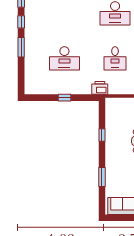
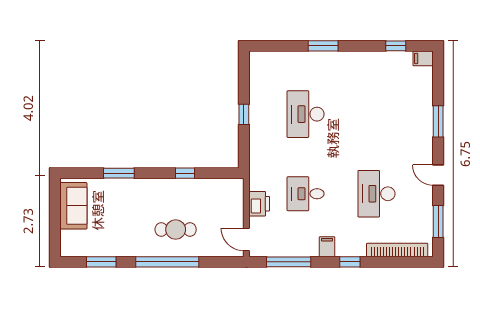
window: (21, 22) -> (363, 46), removed
printer: (100, 88) -> (259, 204), moved

